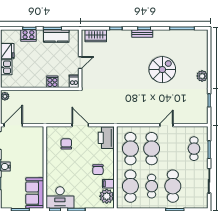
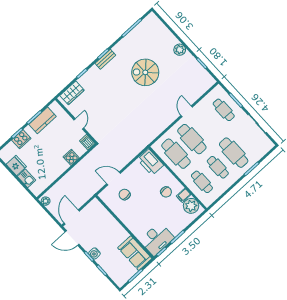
spiral stairs: (162, 70) -> (145, 72), turned -90
door: (80, 125) -> (113, 179), moved
cafe table: (130, 186) -> (202, 182), width x0.73, depth x0.74

